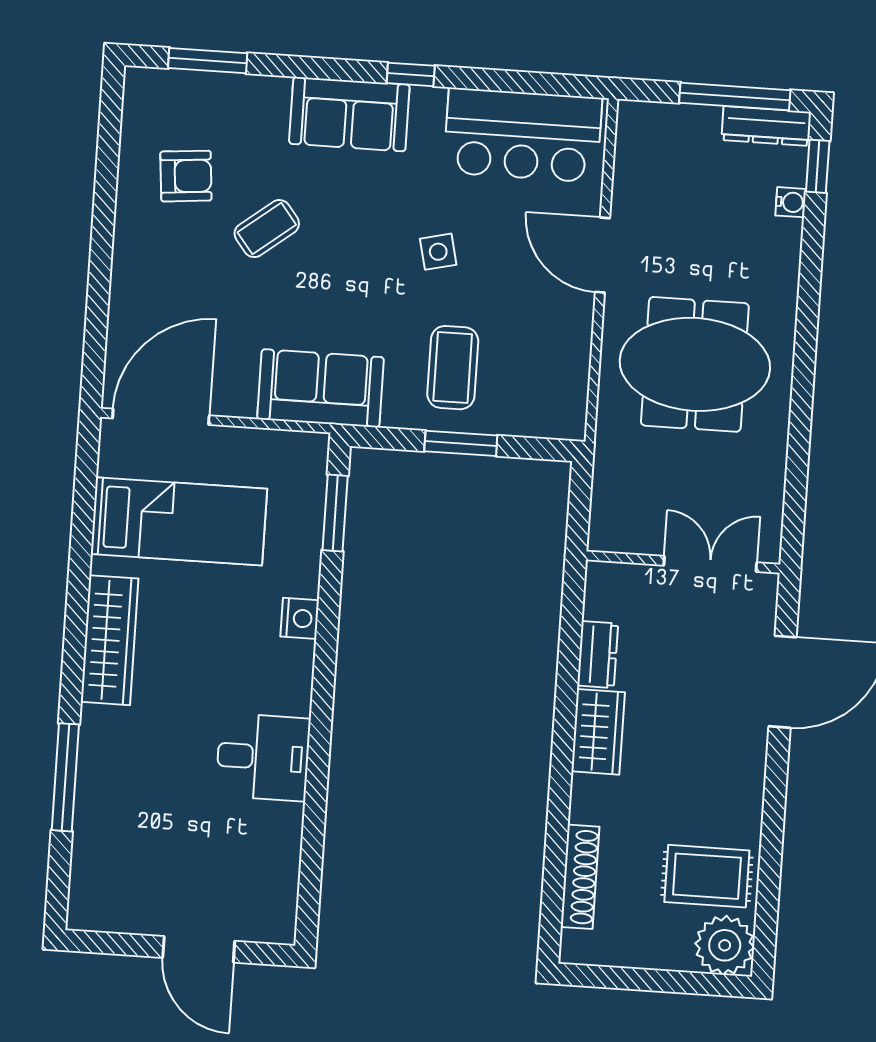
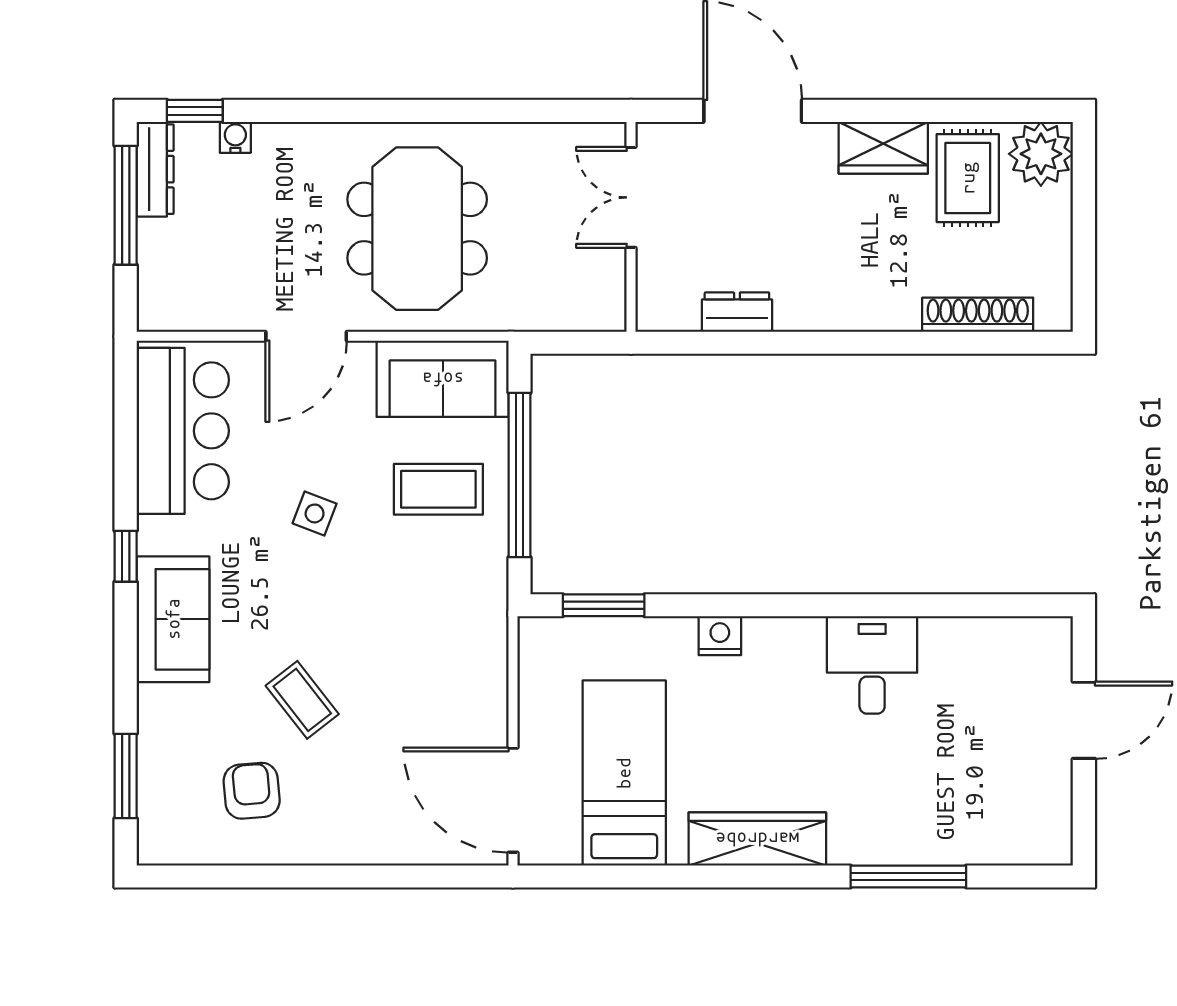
side table: (438, 252) -> (315, 513), turned 34
sofa: (320, 388) -> (443, 379), moved, turned -90
window: (461, 443) -> (519, 475), width x2.11
wardrobe: (598, 732) -> (883, 148), moved, turned 180

